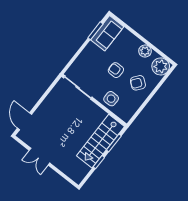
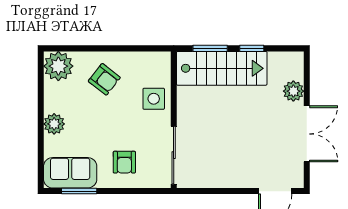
plant: (145, 51) -> (54, 124), moved
armchair: (116, 70) -> (124, 162), moved
double door: (39, 157) -> (307, 134), width x1.37
plant: (64, 166) -> (293, 91), added

